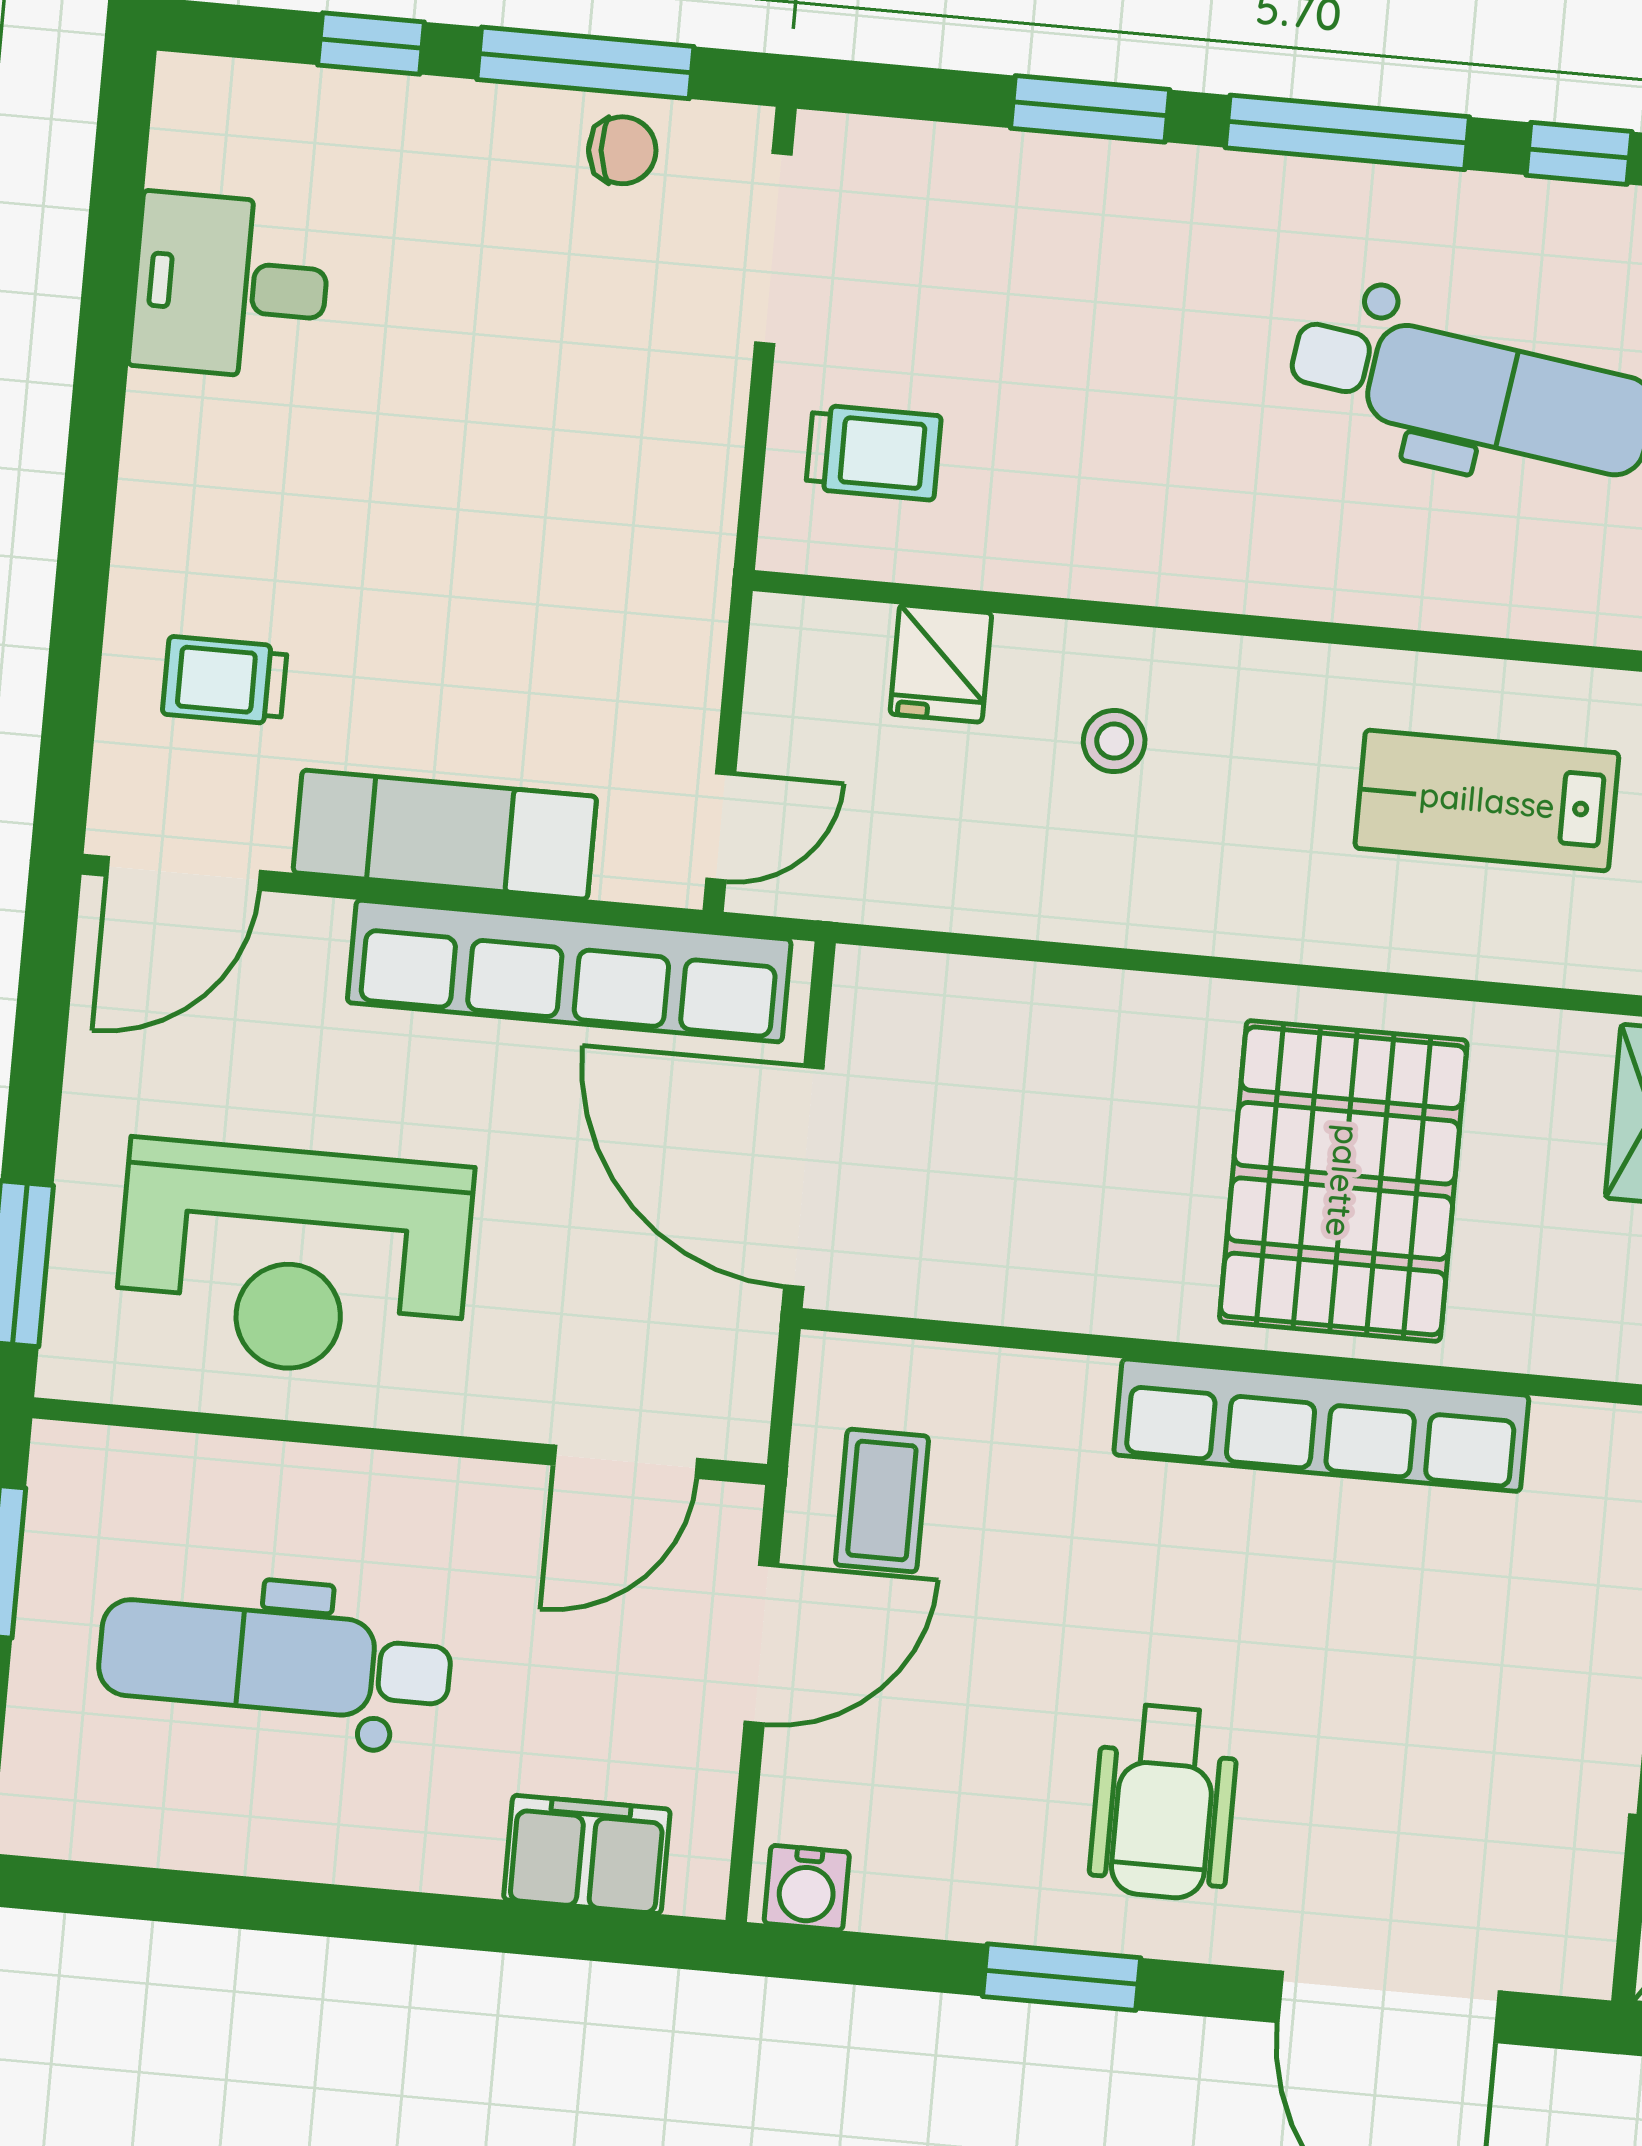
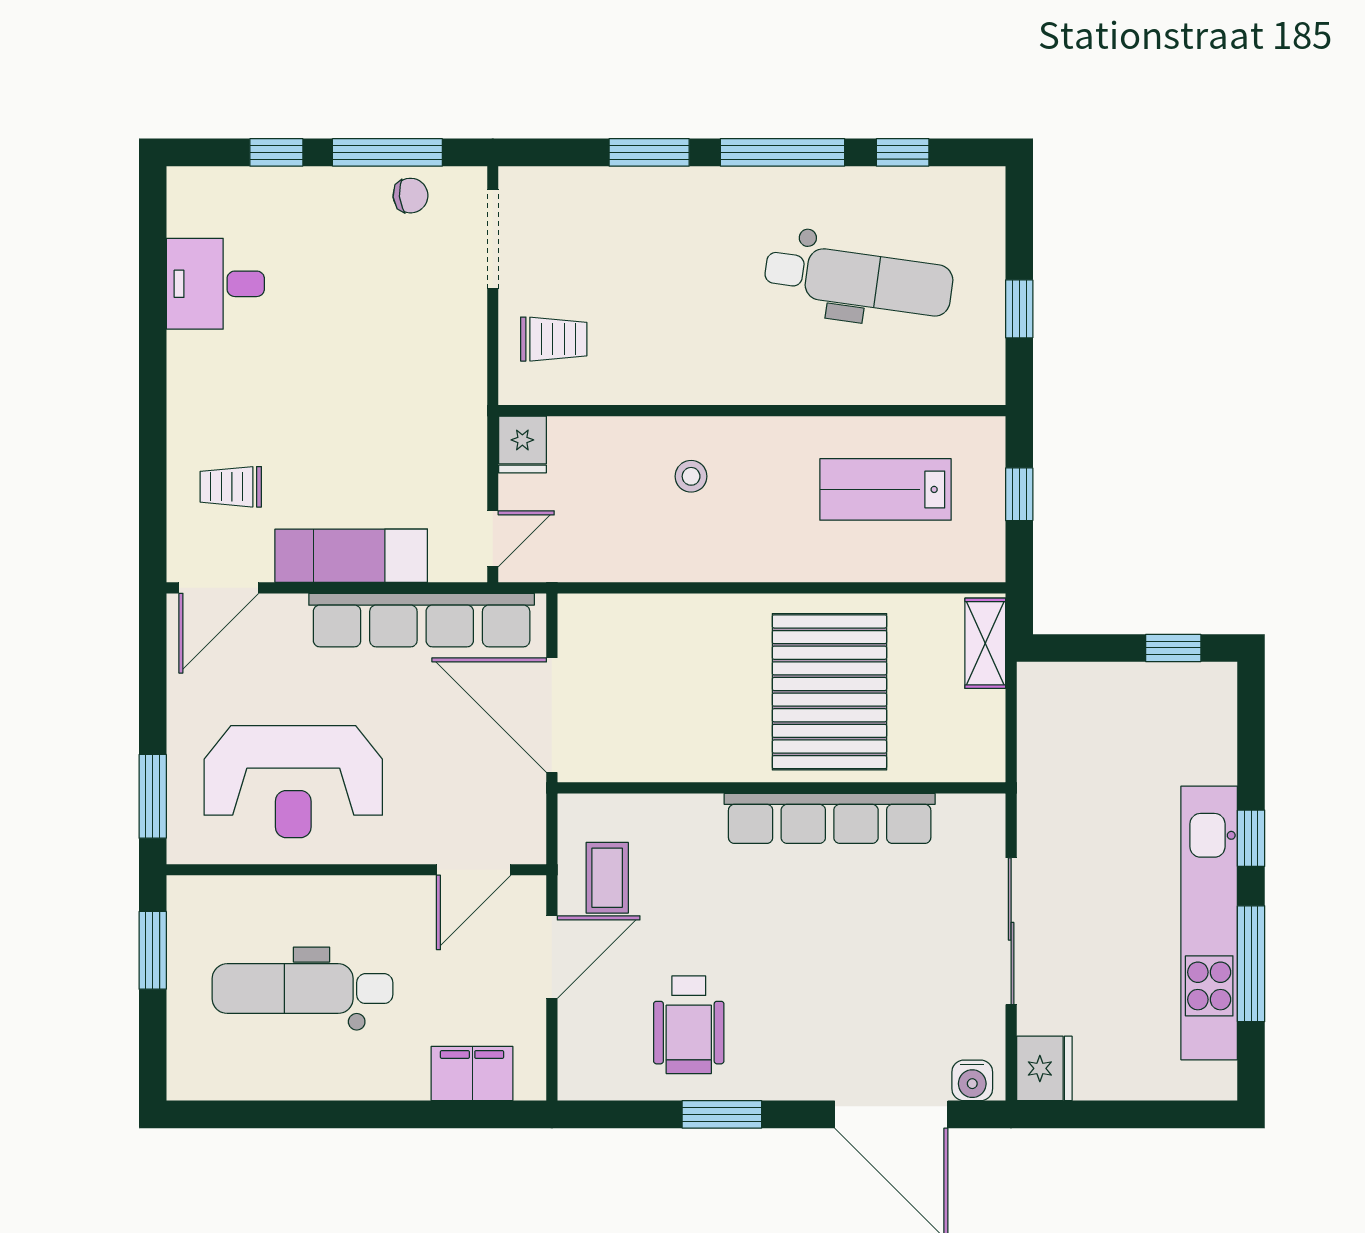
fridge: (941, 663) -> (522, 445), moved
wheelchair: (1164, 1802) -> (689, 1025), moved
water cooler: (807, 1888) -> (972, 1080), moved

